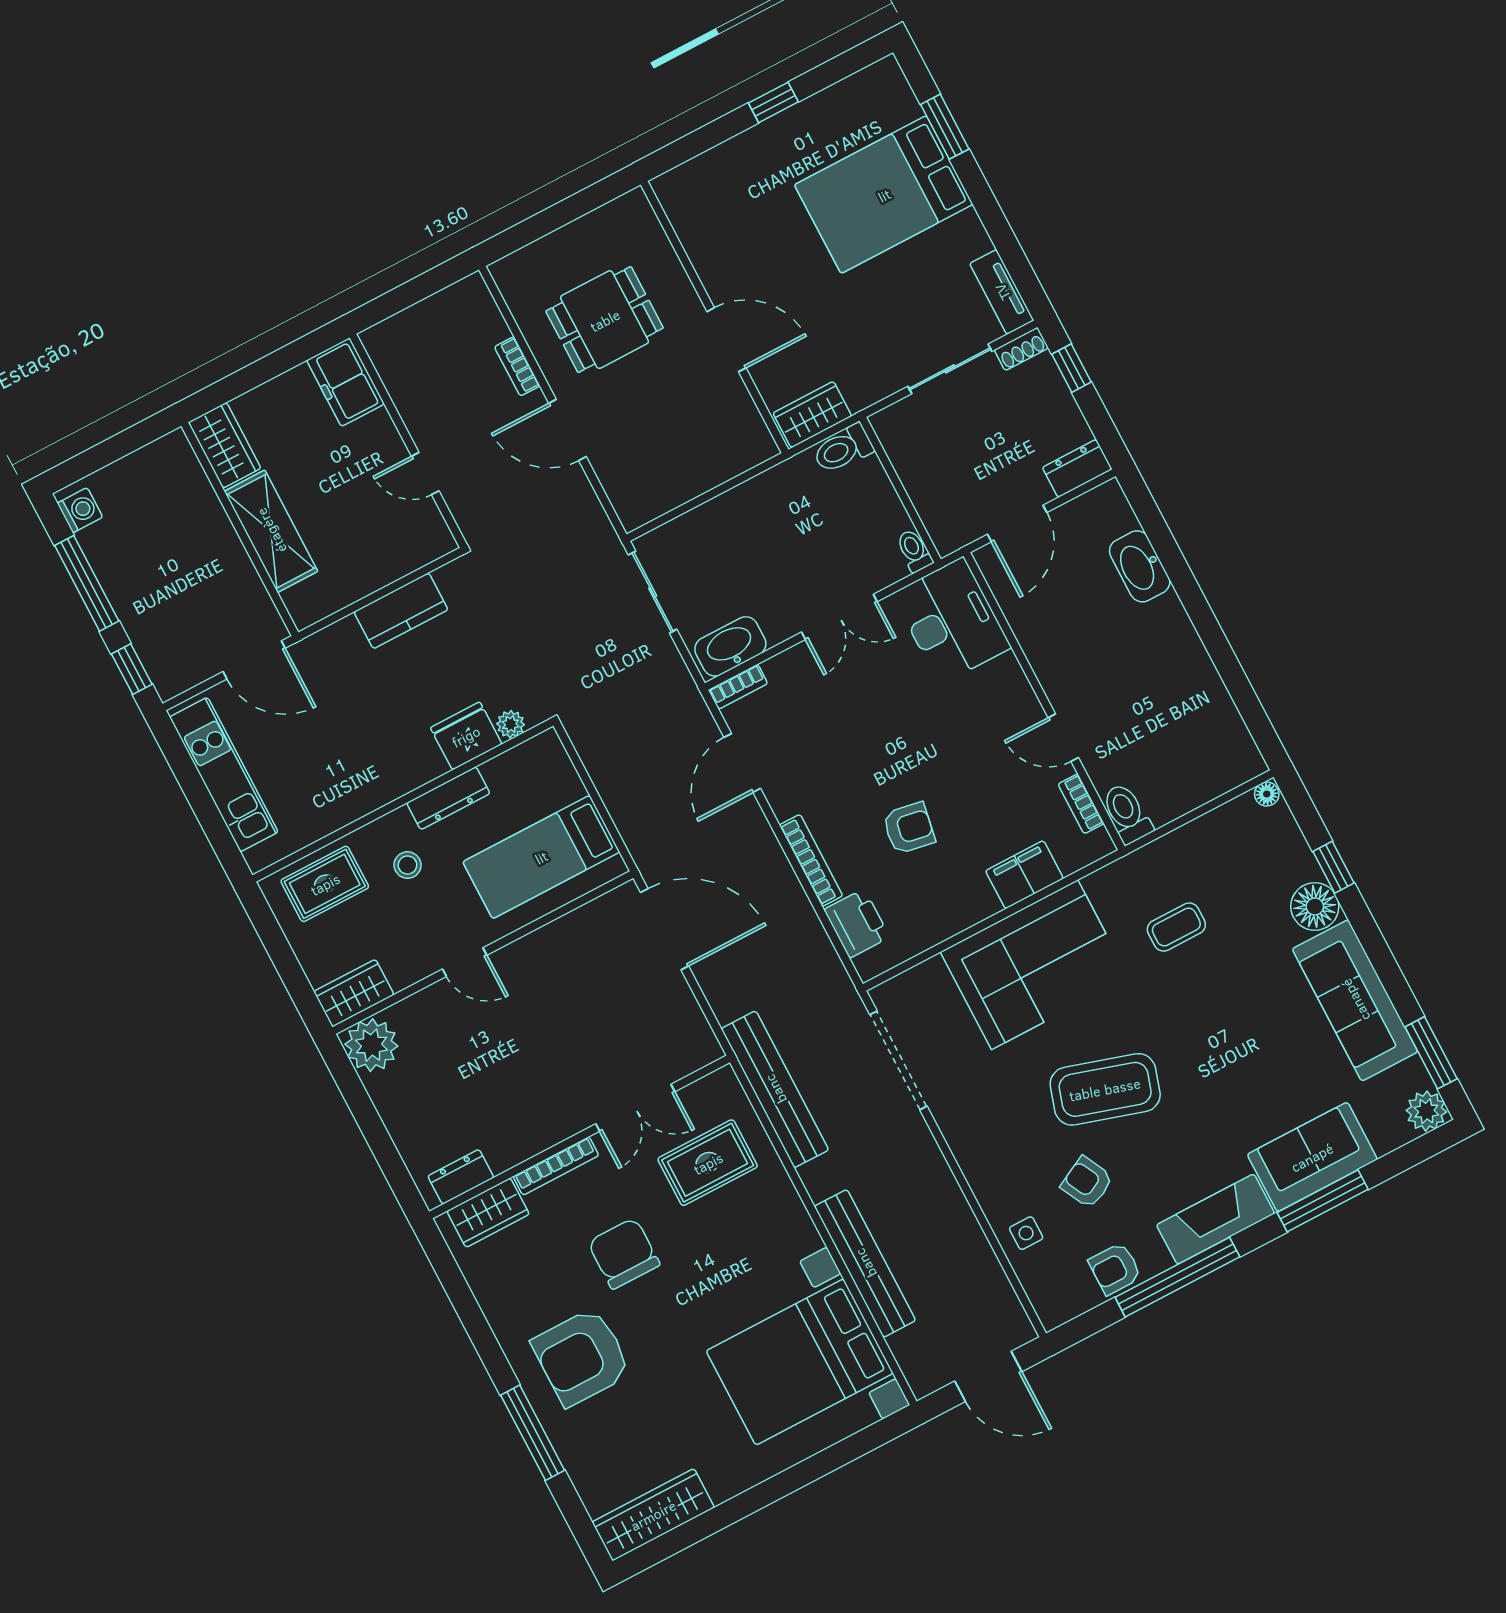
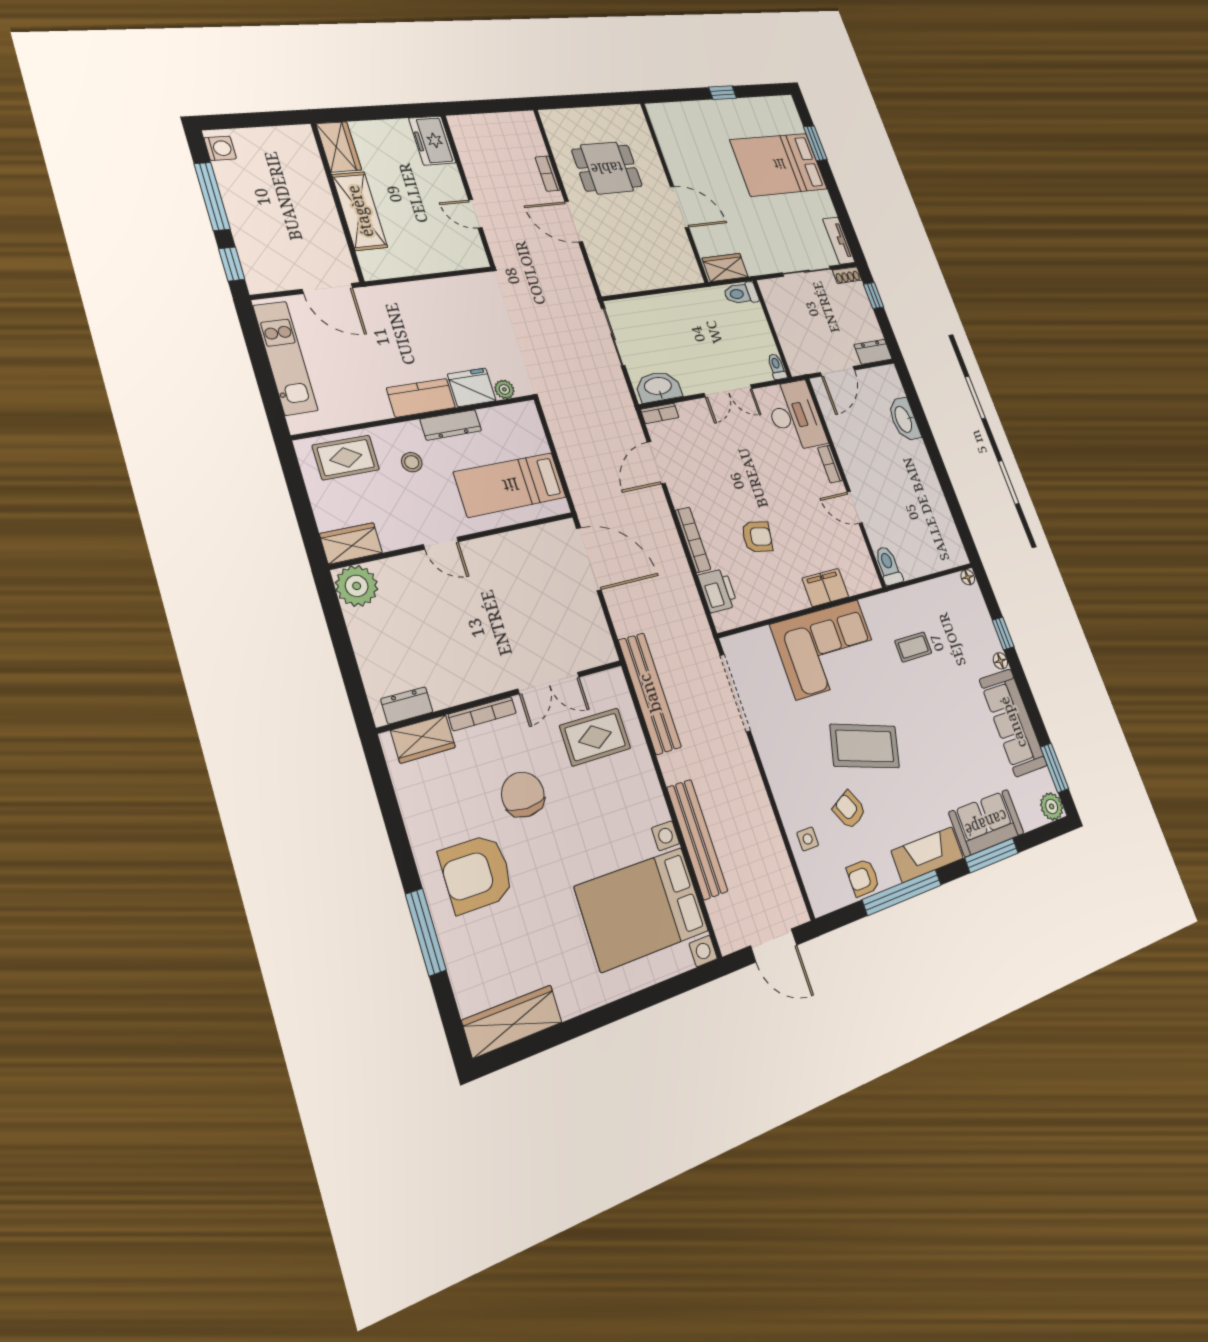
kitchen counter: (401, 611) -> (421, 398), moved, turned 180
bookcase: (1081, 804) -> (830, 464), moved
floor lamp: (1315, 906) -> (1000, 661), width x0.53, depth x0.53

